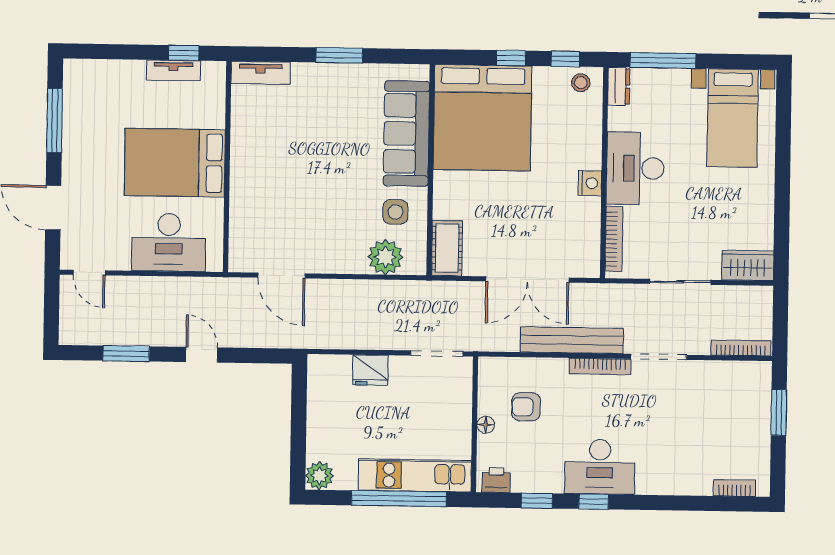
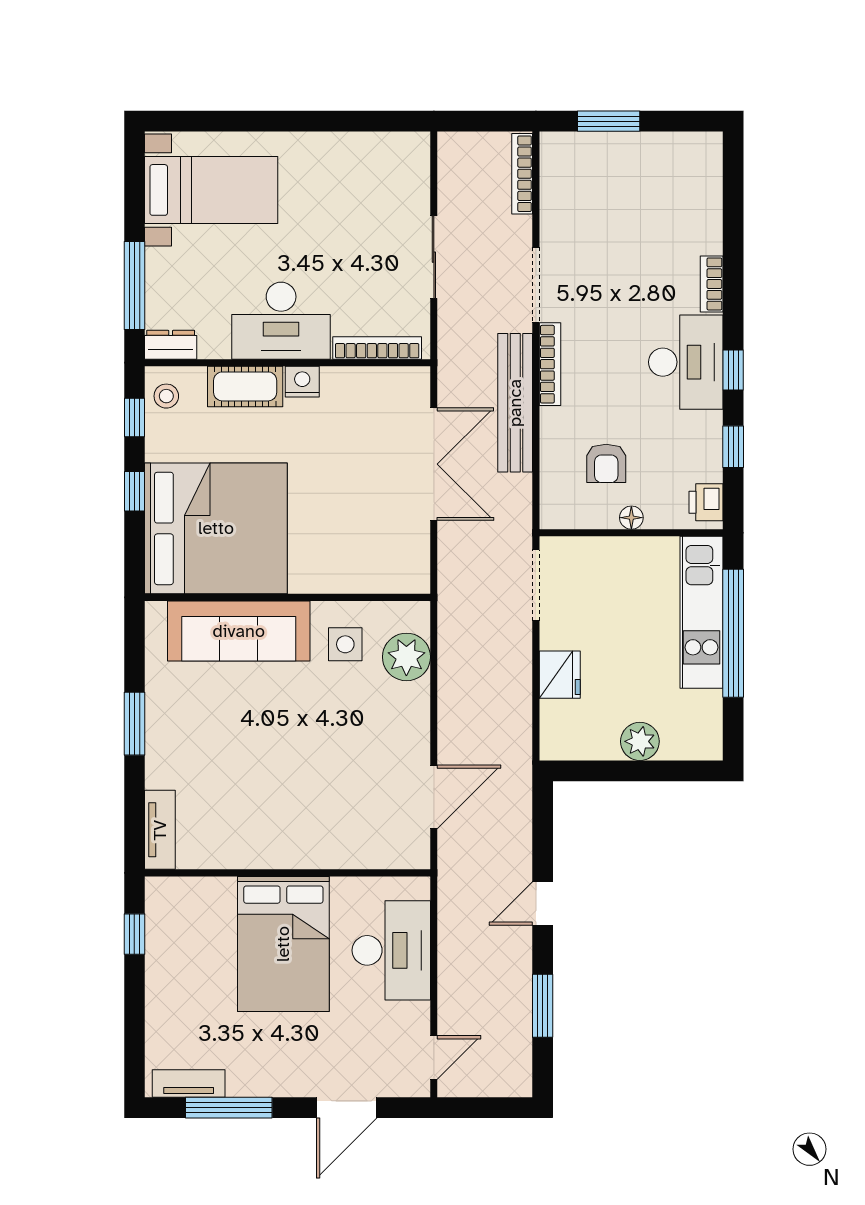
tv unit: (174, 70) -> (189, 1084), moved, turned -90
cot: (447, 248) -> (245, 386), moved
wardrobe: (748, 265) -> (410, 166), removed
plant: (319, 476) -> (640, 741), moved
bookcase: (735, 488) -> (712, 284), moved

